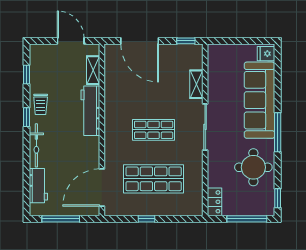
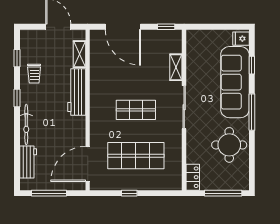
trolley: (41, 104) -> (34, 74), moved
window: (278, 198) -> (252, 65), moved

